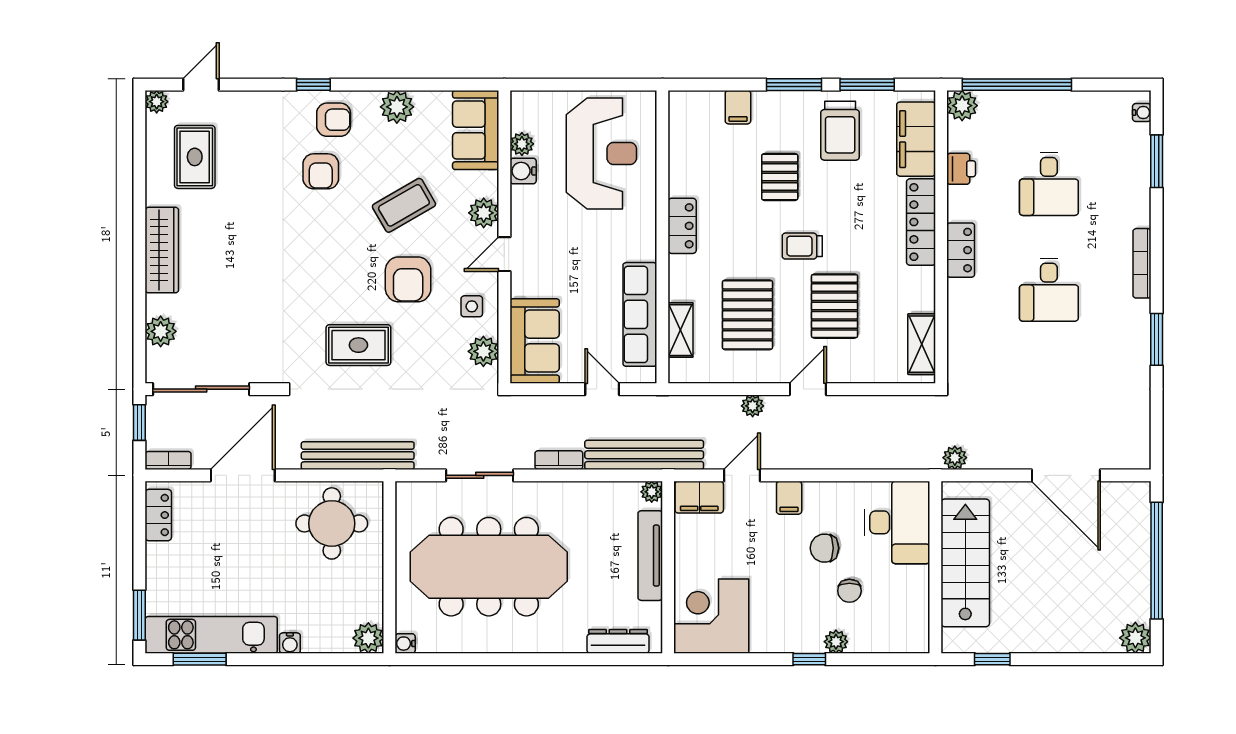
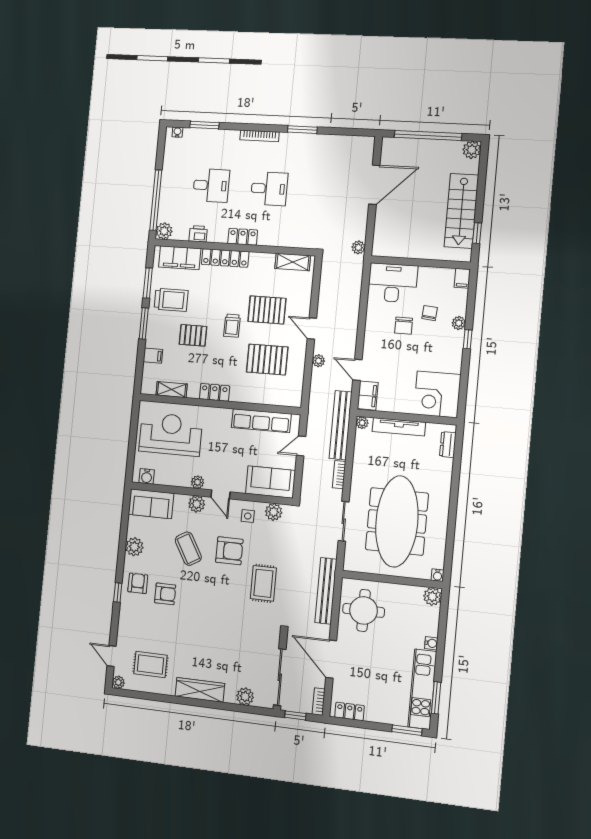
plant: (522, 144) -> (197, 482), moved
water cooler: (523, 171) -> (147, 476), moved
shelving: (681, 330) -> (172, 390), moved
filing cabinet: (789, 498) -> (462, 278), moved, turned 90
stairs: (965, 563) -> (461, 211), moved, turned -90
chair: (849, 591) -> (430, 313), turned -85
dresser: (618, 641) -> (448, 445), width x0.70

